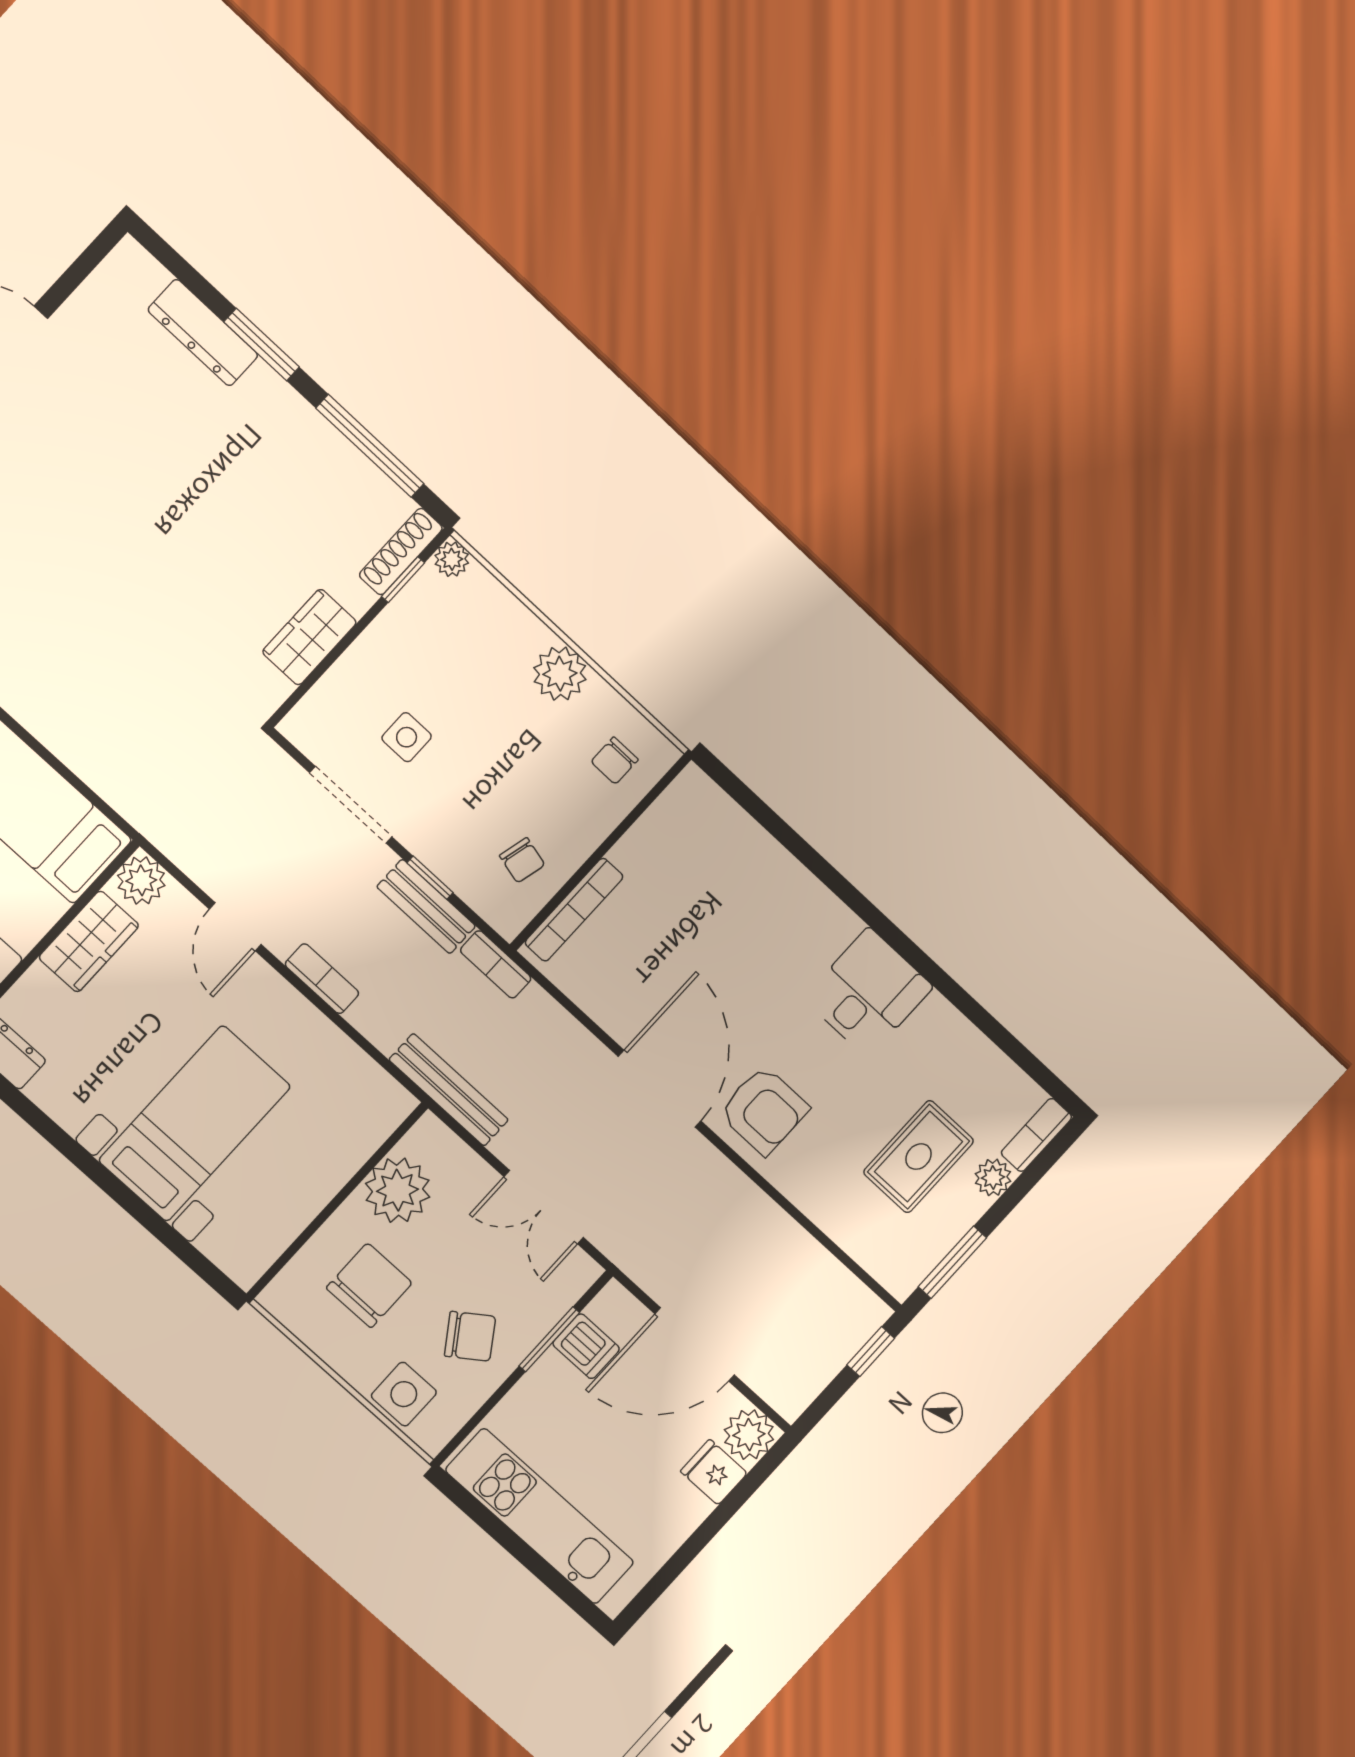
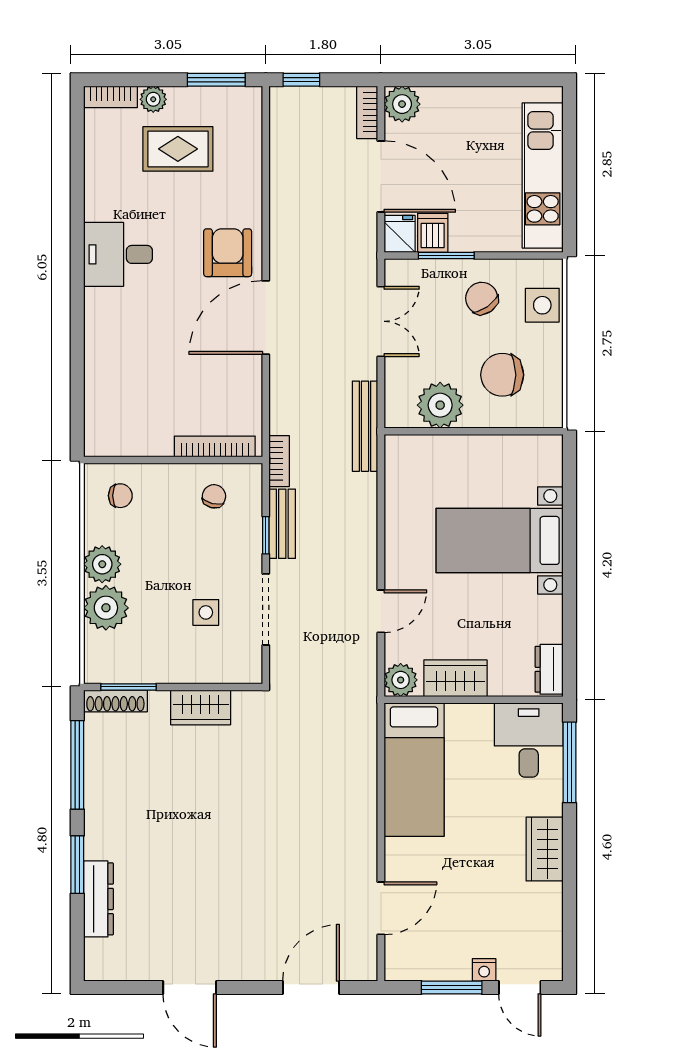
plant: (452, 559) -> (106, 608), moved, width x1.88, depth x1.88
window: (403, 580) -> (128, 687), width x1.50
bookcase: (322, 979) -> (367, 112), moved
fridge: (714, 1472) -> (400, 234), moved, turned 180

